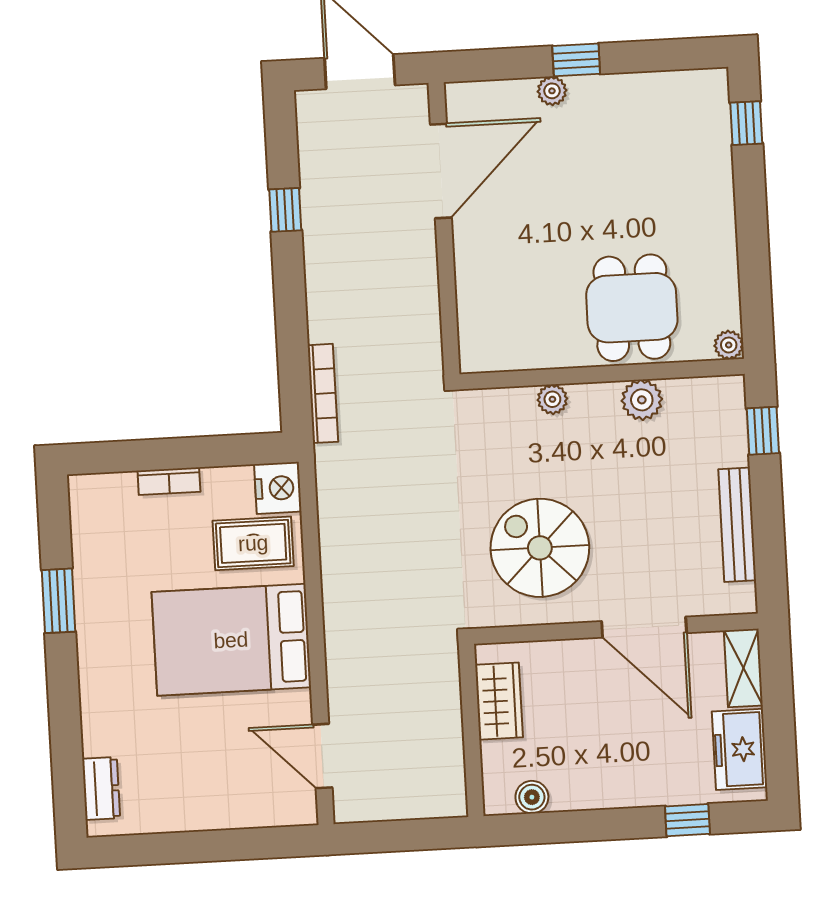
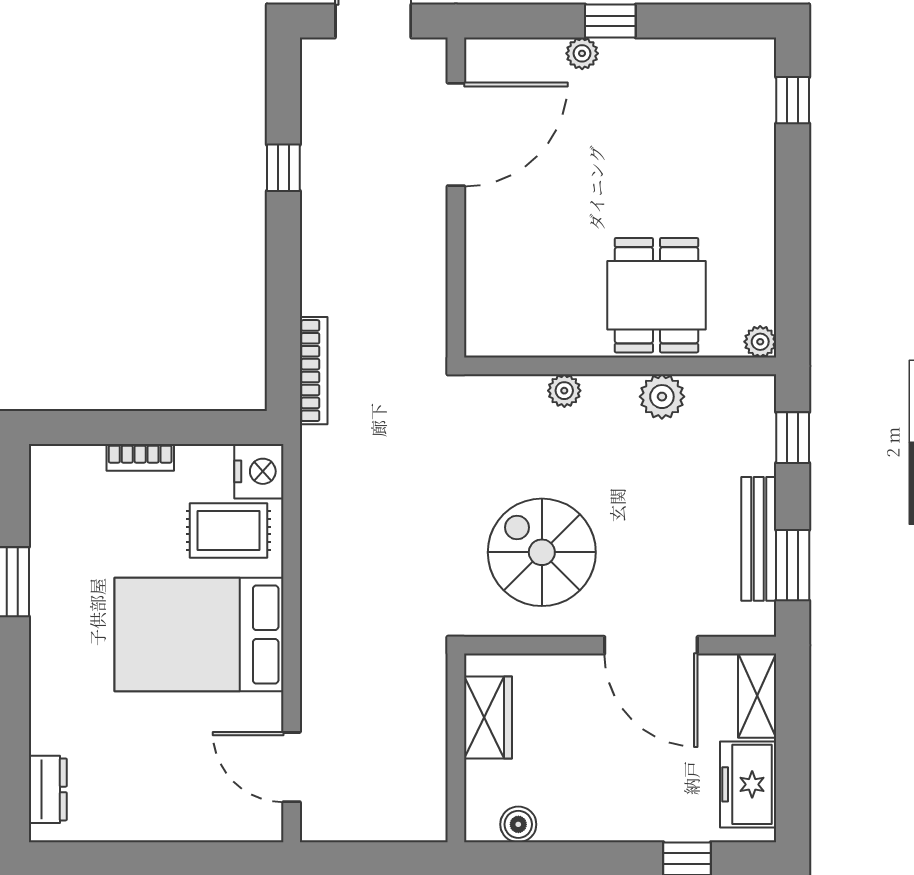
window: (769, 547) -> (793, 565), added

